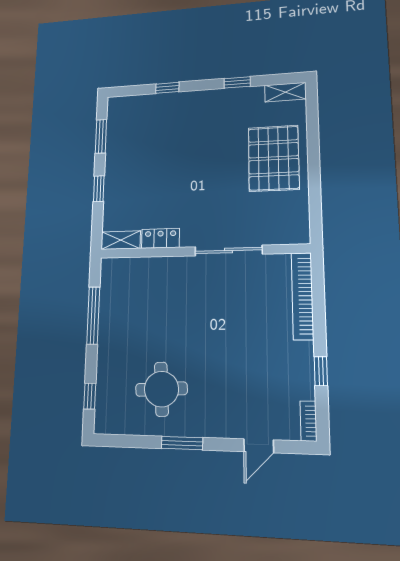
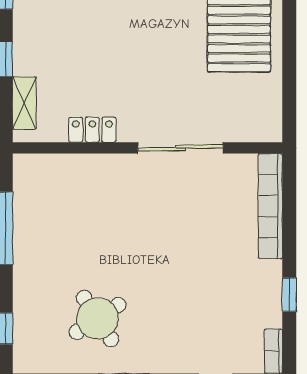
shelving: (121, 240) -> (24, 103), moved, turned 90
round table: (161, 389) -> (98, 318), turned -30

